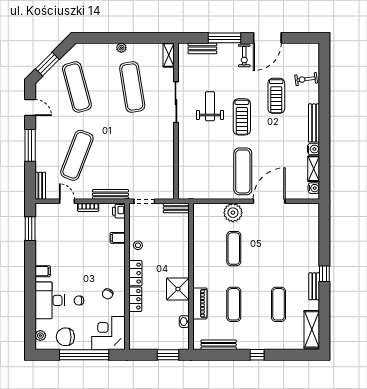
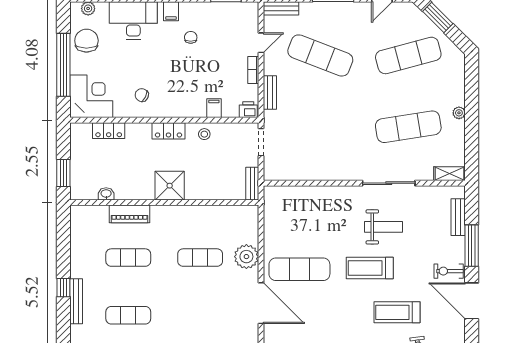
bench: (110, 194) -> (270, 93), width x0.73
shower: (178, 289) -> (170, 186), moved
locker: (135, 299) -> (109, 131), moved
chair: (79, 300) -> (191, 37), moved
bench: (219, 345) -> (76, 301), moved

